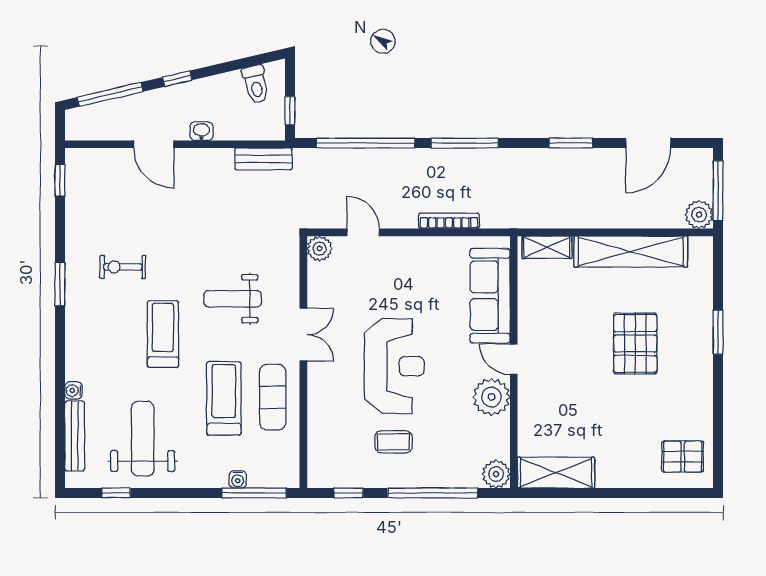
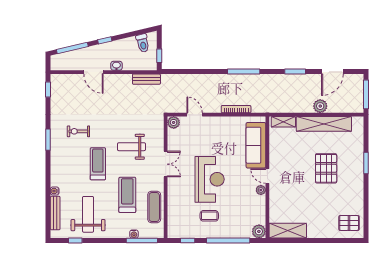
window: (366, 143) -> (196, 71), removed
plant: (699, 215) -> (320, 106), moved
exercise mat: (273, 397) -> (154, 207), moved
plant: (492, 397) -> (261, 190), width x0.53, depth x0.53

